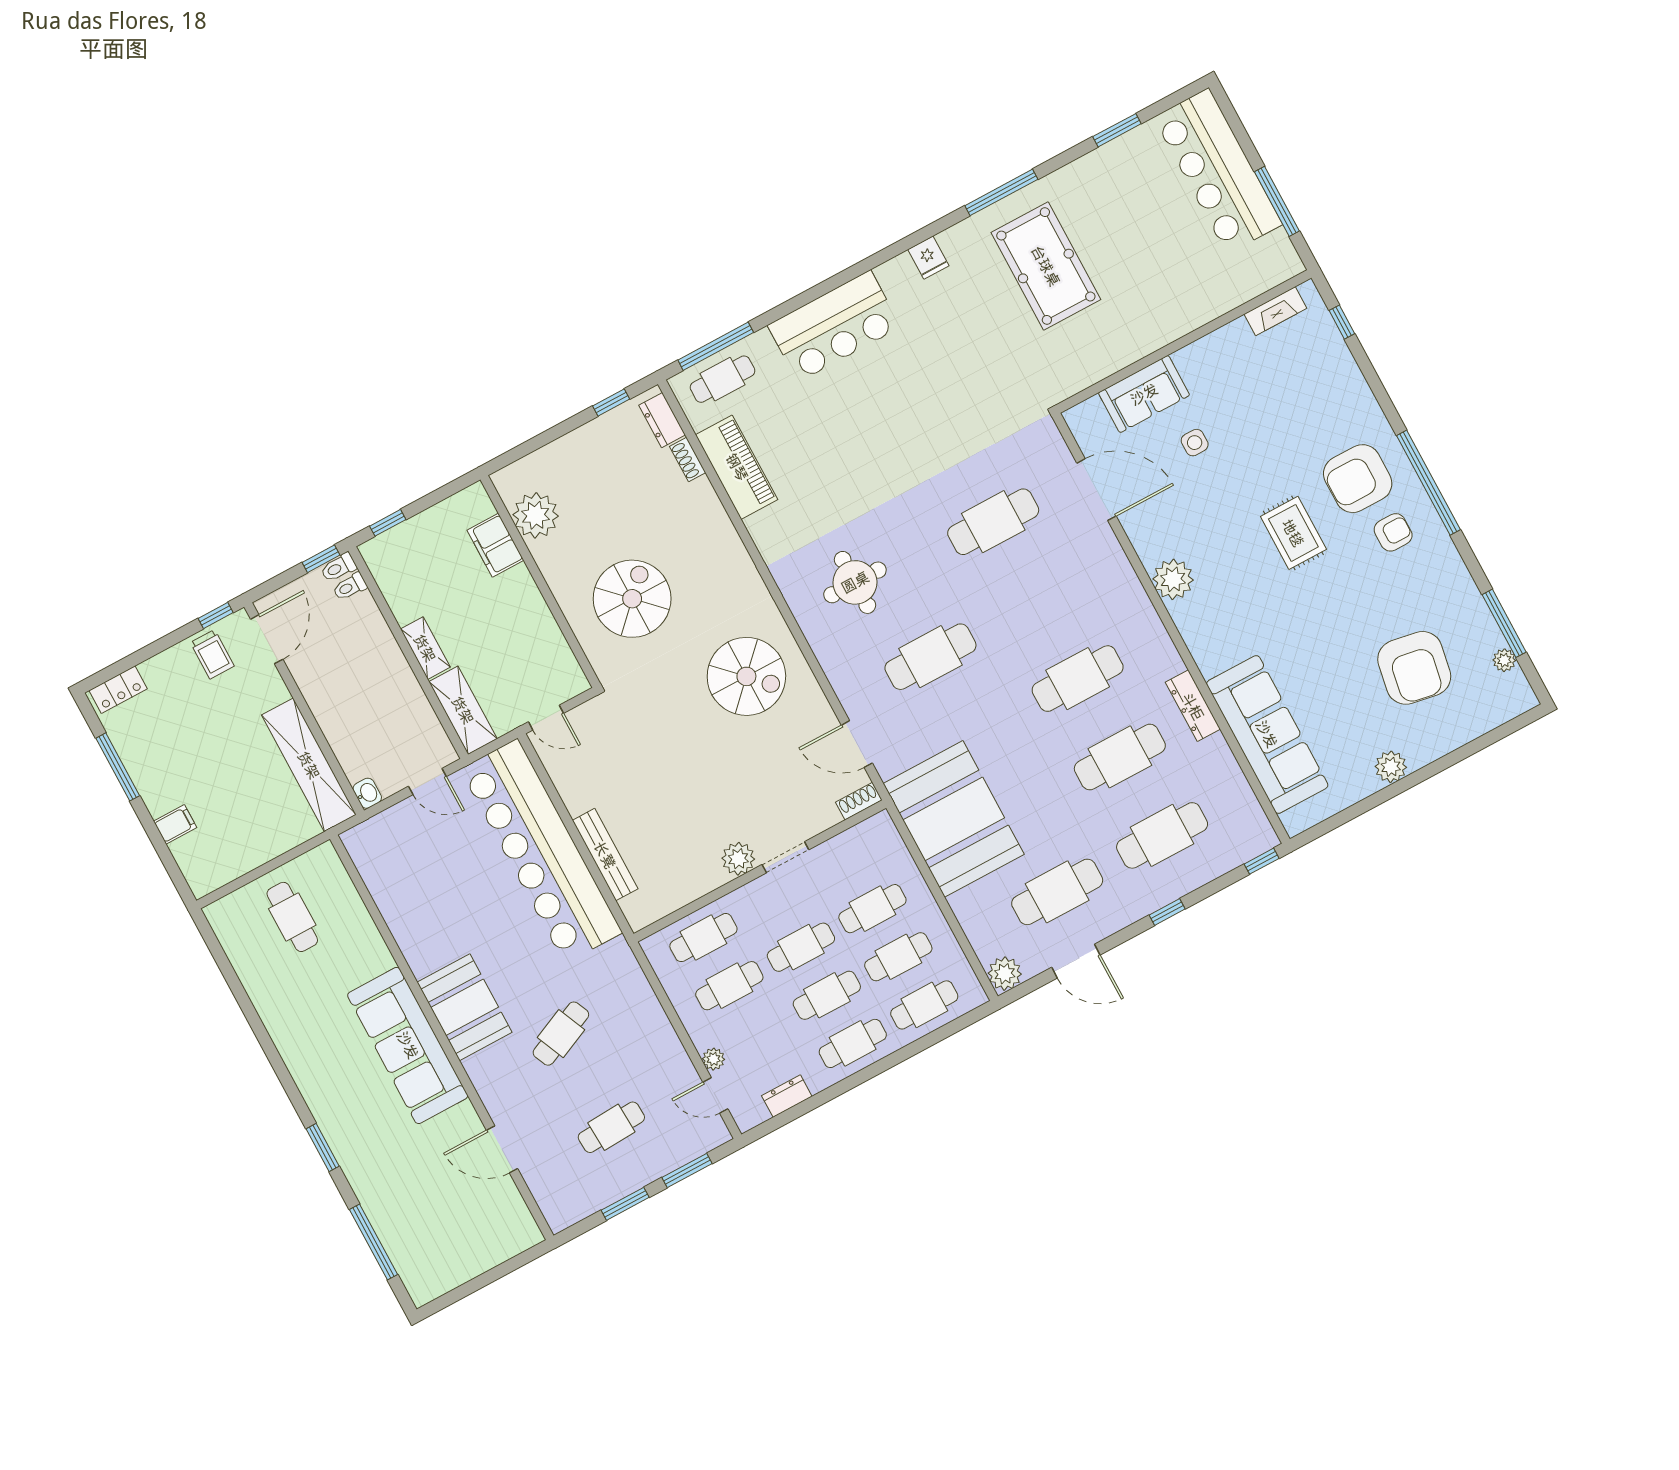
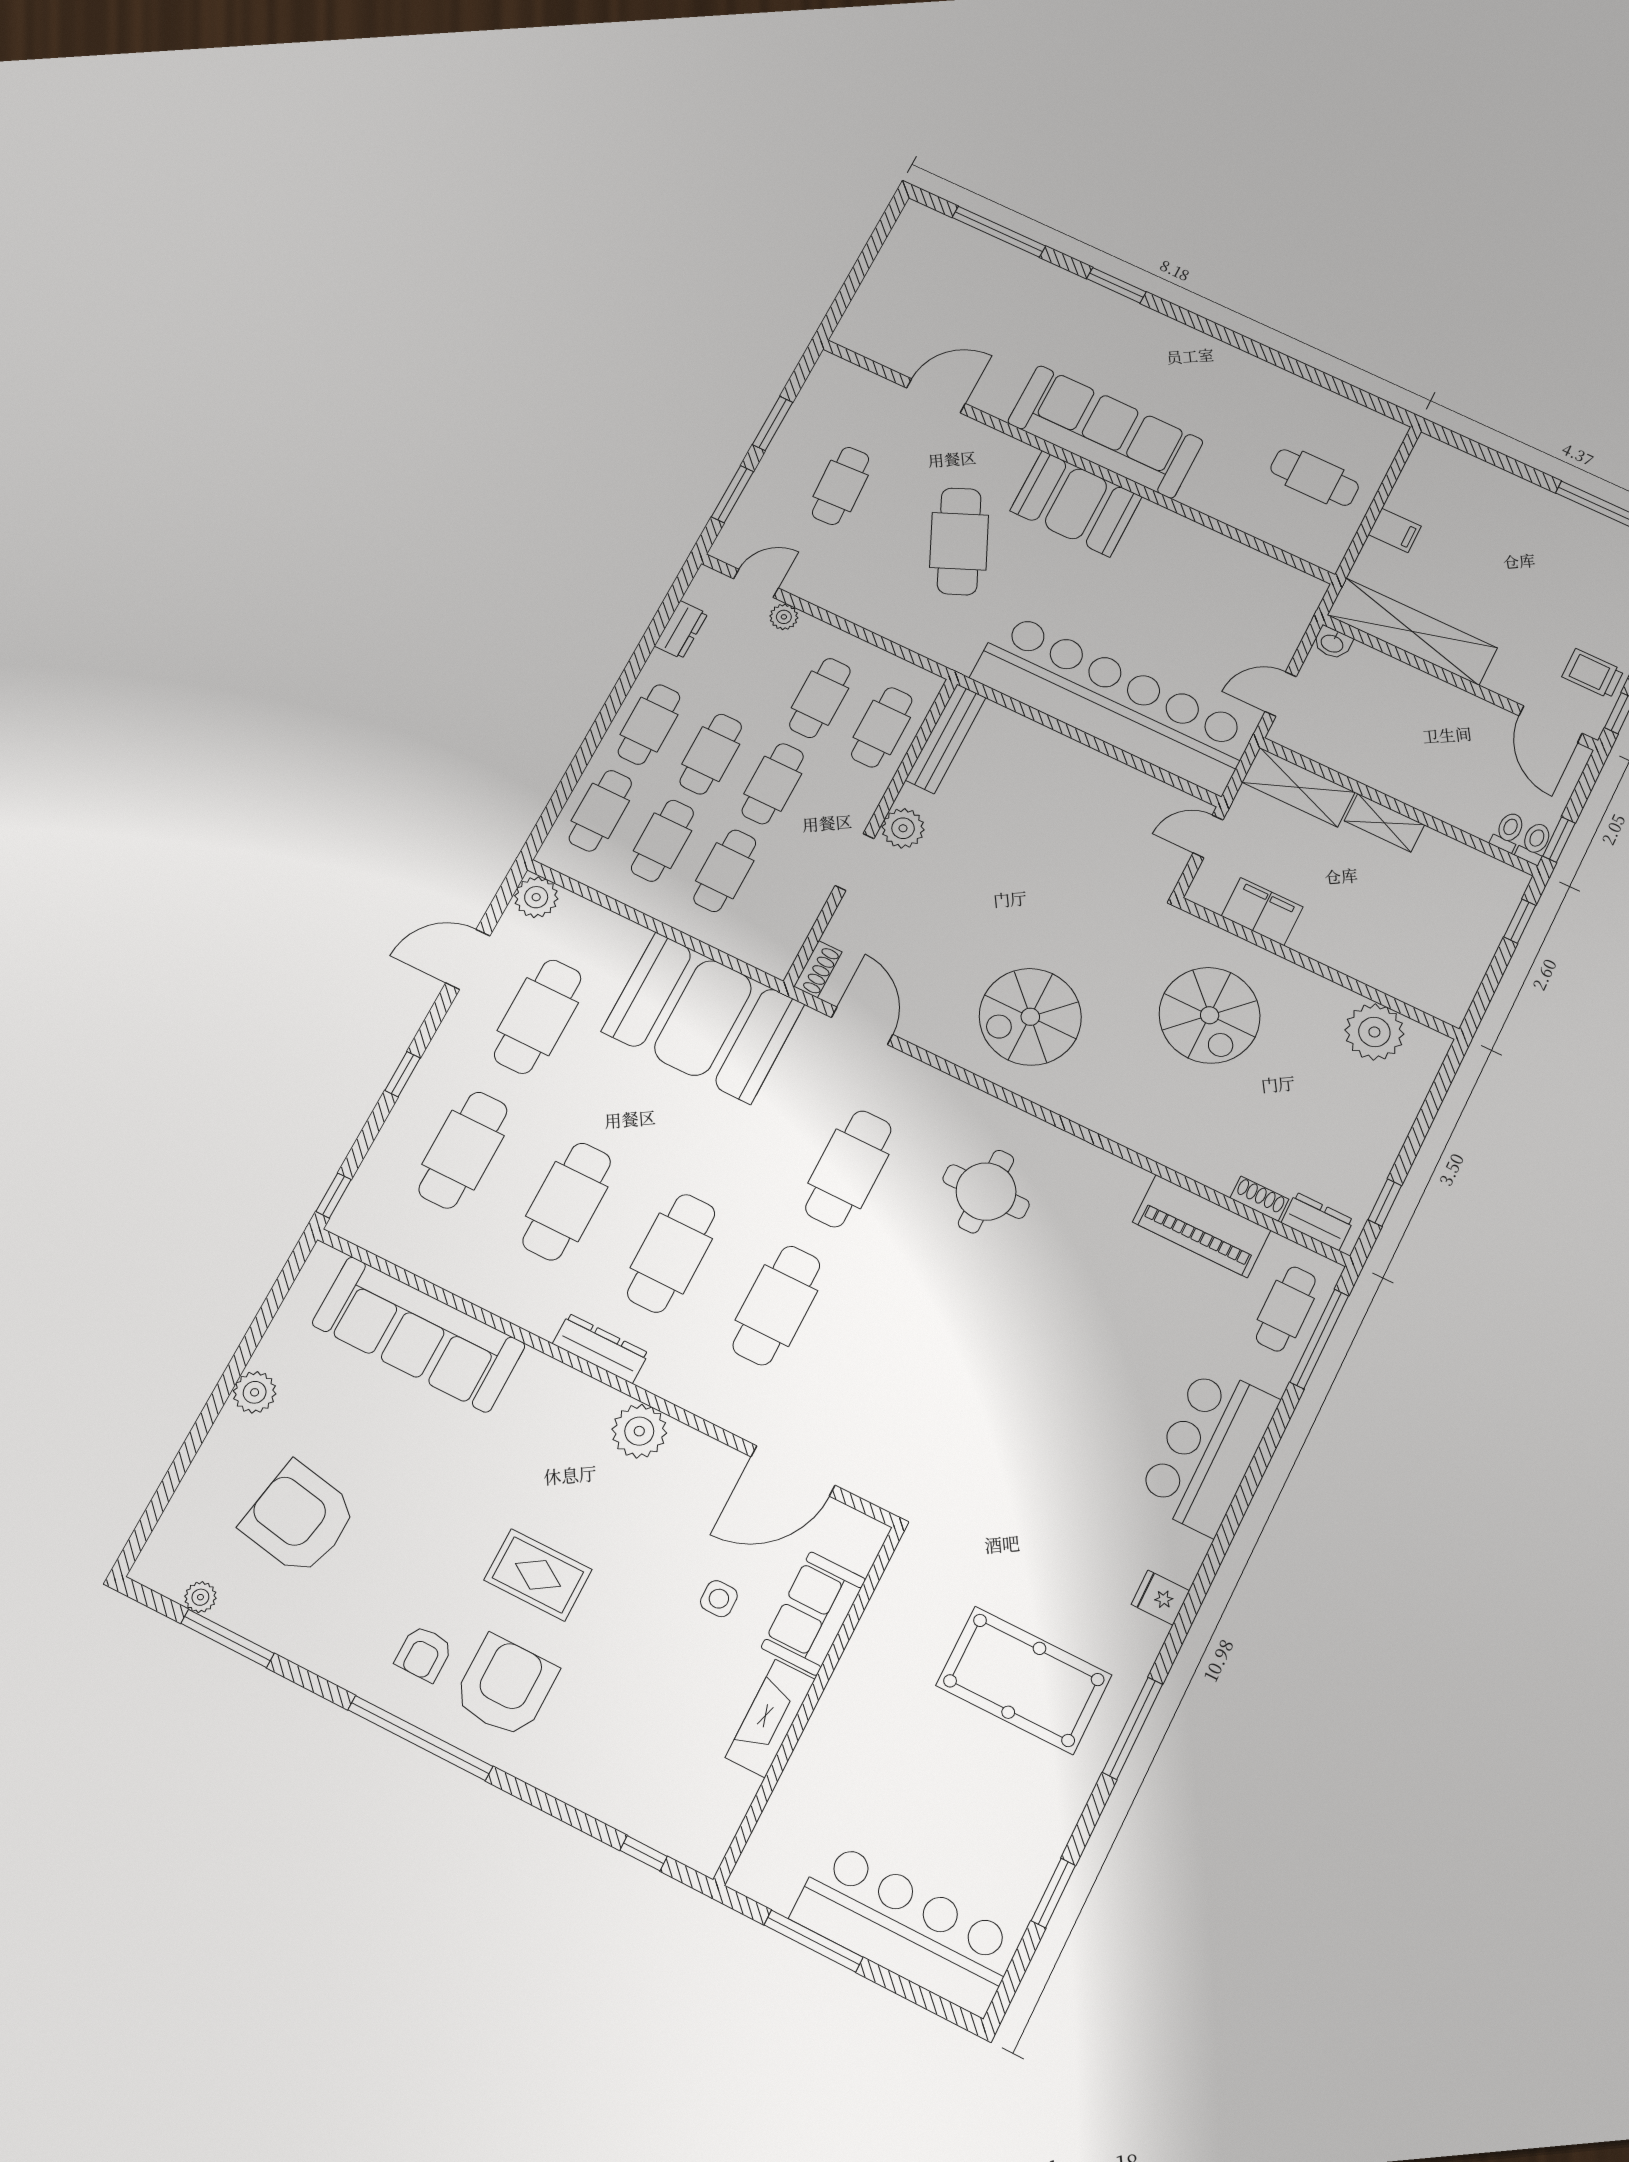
fireplace: (1275, 311) -> (770, 1718), moved, width x1.37, depth x1.32
cafe table: (993, 522) -> (776, 1305), moved
filing cabinet: (495, 545) -> (1262, 912), moved
dresser: (1193, 706) -> (600, 1348), moved
door: (857, 744) -> (862, 1026), hinge flipped
filing cabinet: (175, 824) -> (1395, 530), moved, turned -90
bench: (605, 855) -> (946, 739), moved, turned 90
cafe table: (561, 1034) -> (959, 541), width x1.37, depth x1.35

